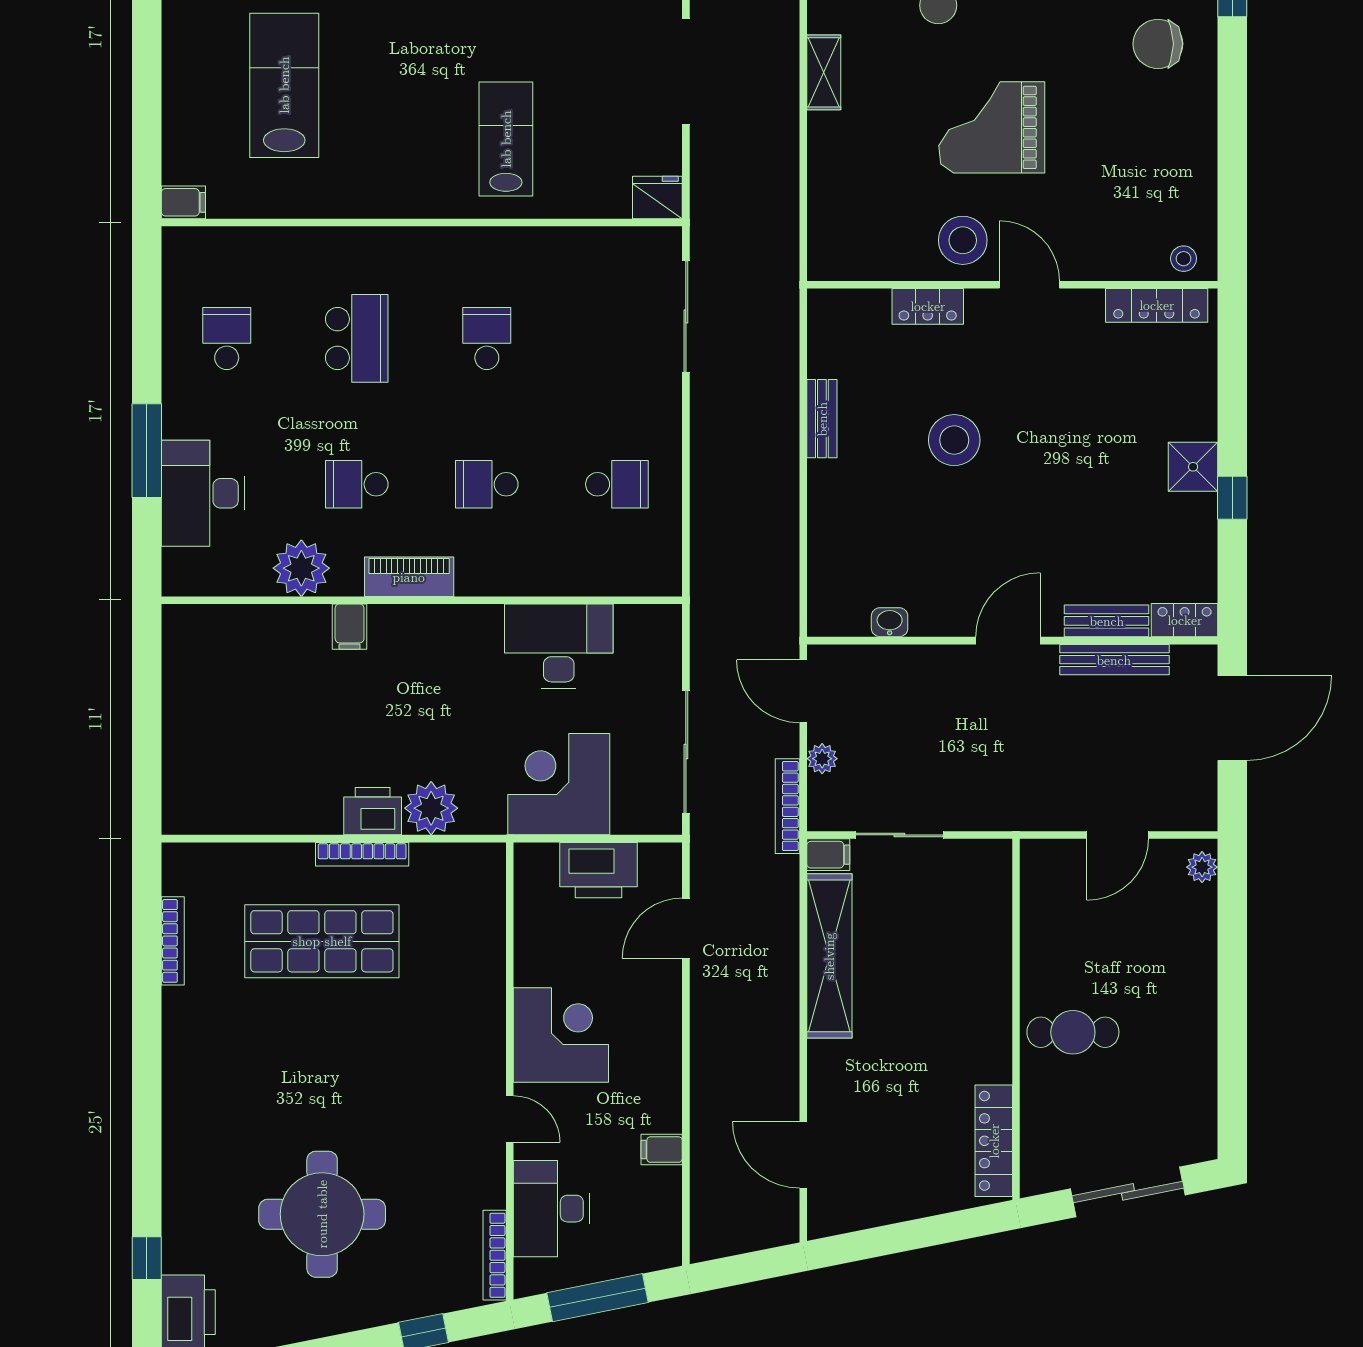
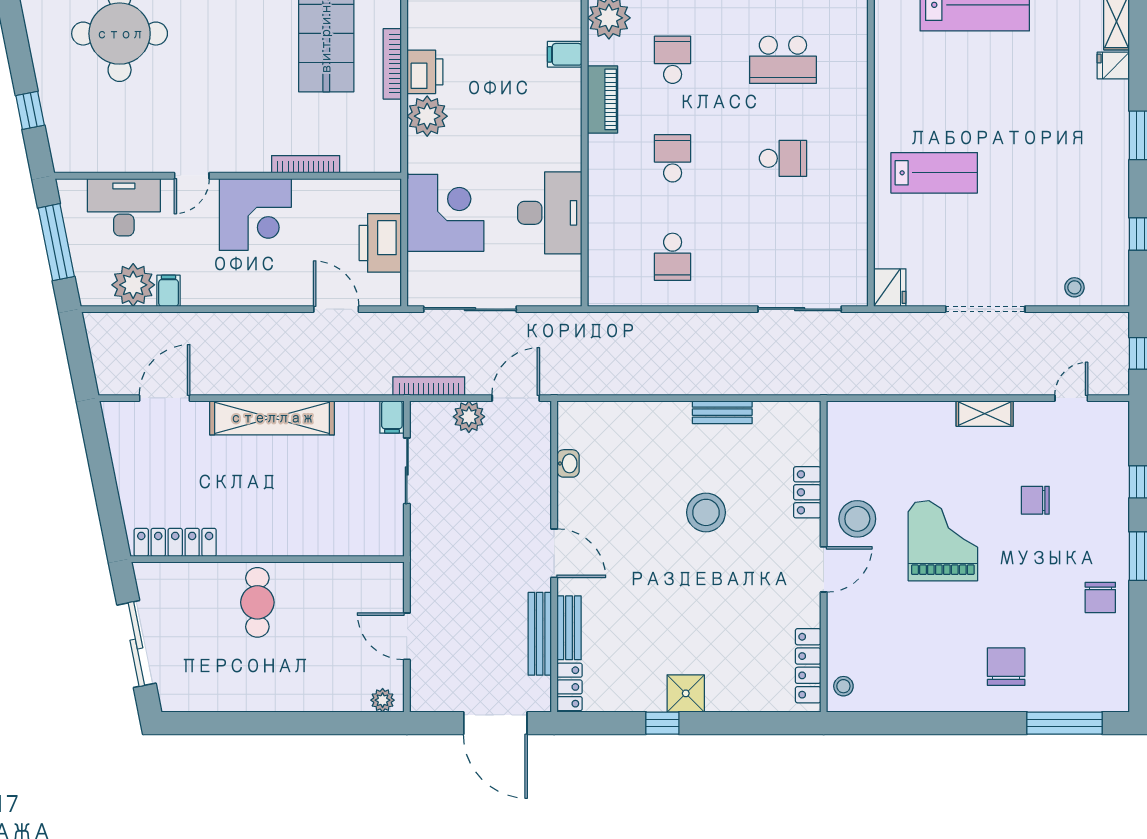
plant: (822, 759) -> (469, 417), width x1.38, depth x1.38
shelving: (829, 956) -> (272, 418), moved
plant: (654, 1196) -> (133, 285), added
bookcase: (495, 1255) -> (306, 164), moved

